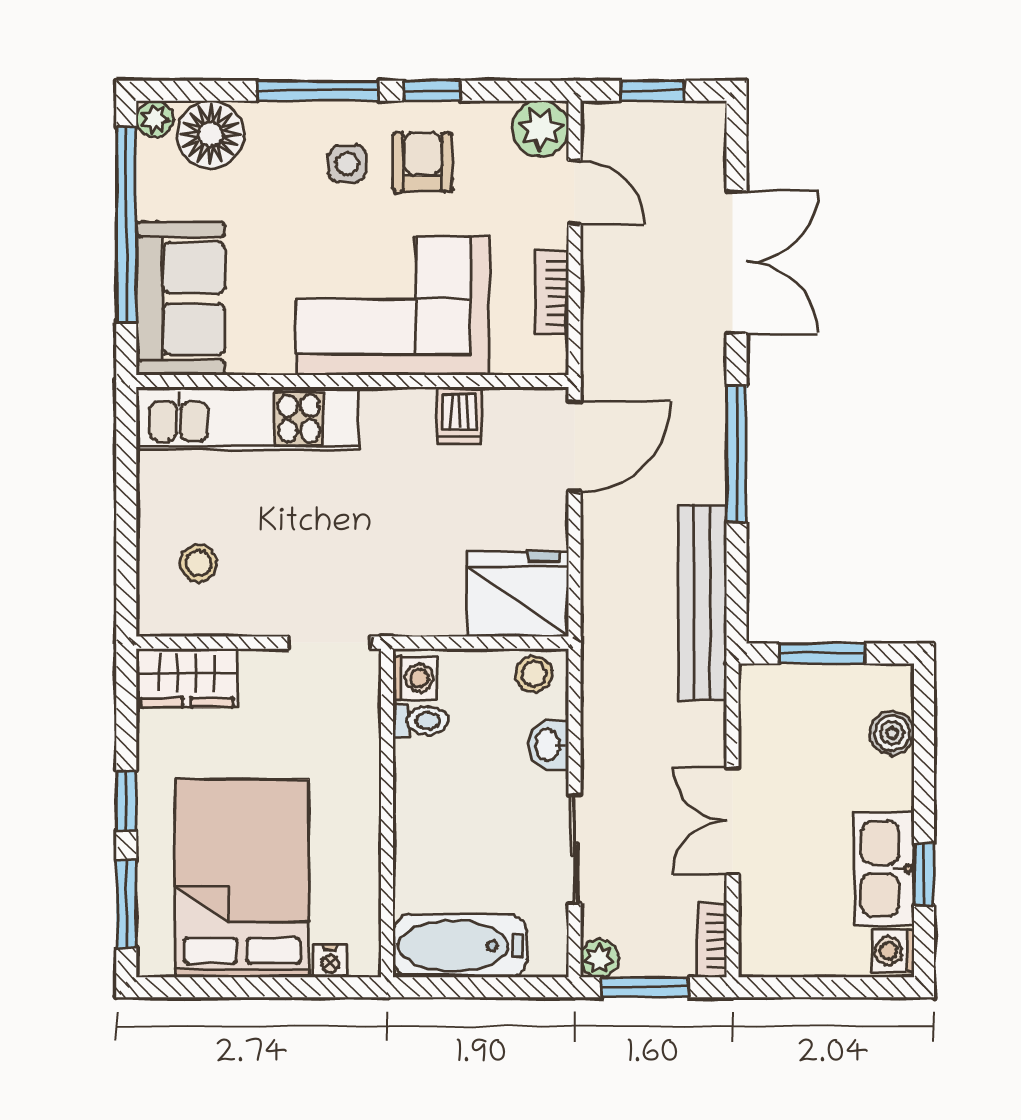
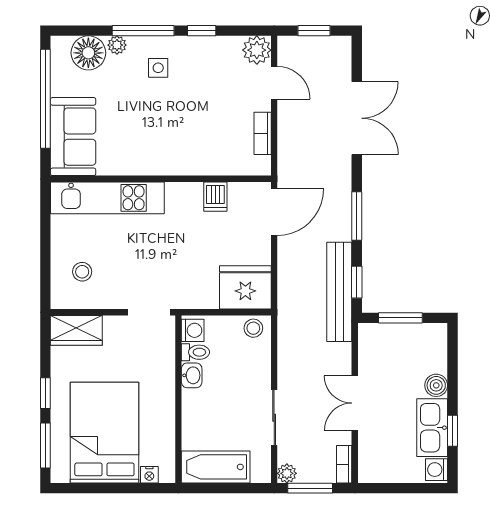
plant: (155, 119) -> (117, 45), moved
armchair: (423, 162) -> (197, 67), removed
corner sofa: (393, 306) -> (181, 140), removed
window: (736, 454) -> (357, 216), width x0.69
window: (736, 584) -> (357, 282), added
boiler: (892, 733) -> (436, 385), moved
washbasin: (549, 745) -> (192, 375), moved, turned 180

